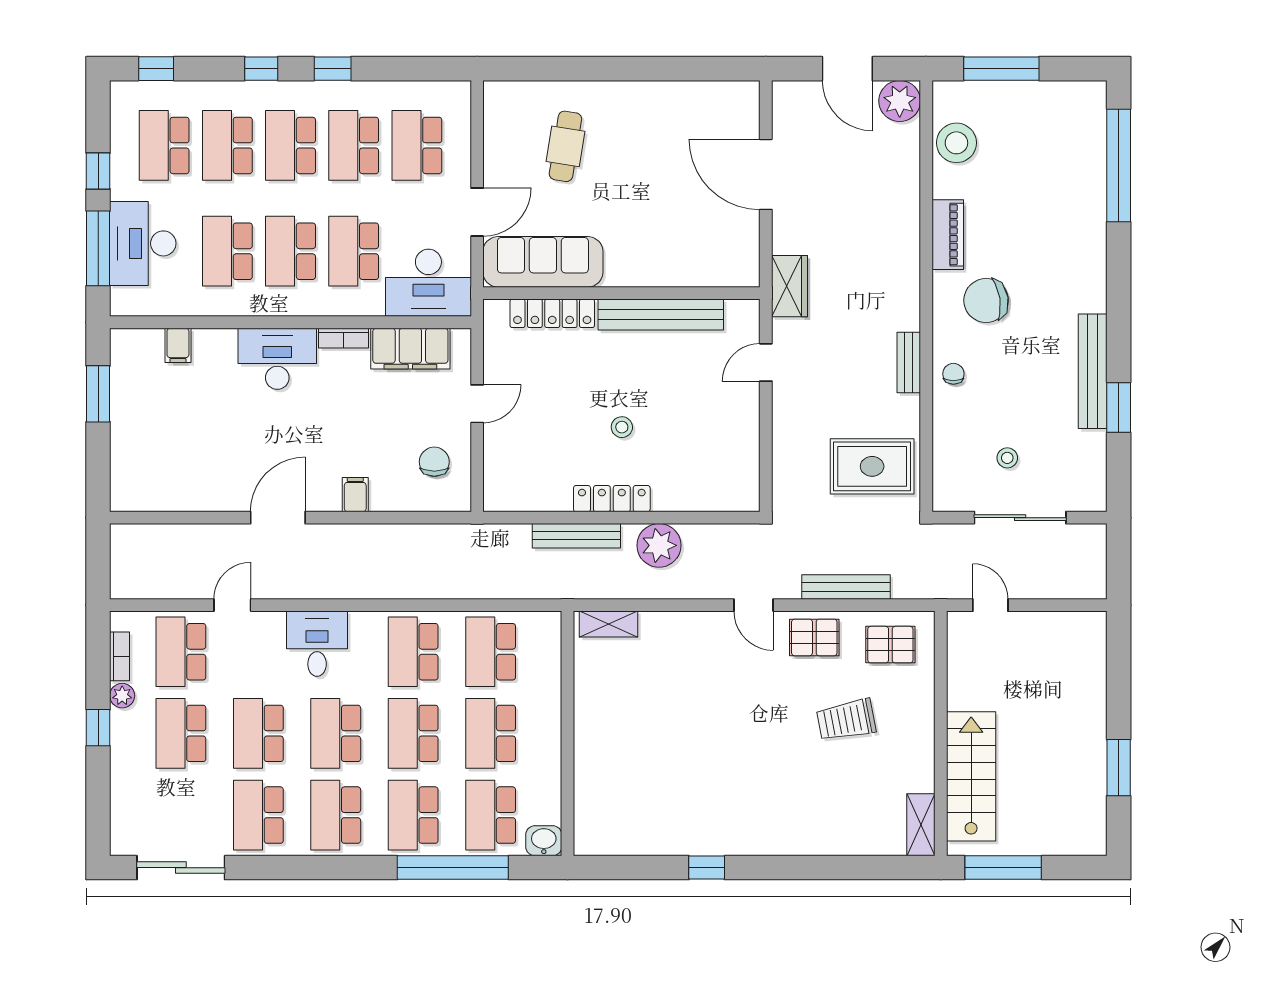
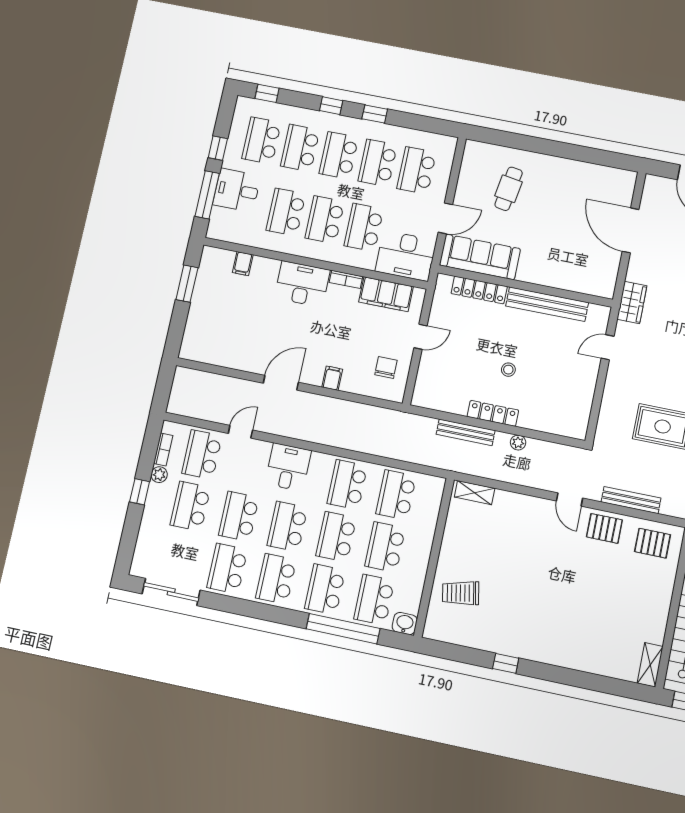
desk: (143, 243) -> (237, 190), width x0.73
plant: (659, 545) -> (518, 443), width x0.53, depth x0.53
trolley: (846, 720) -> (461, 593), moved

